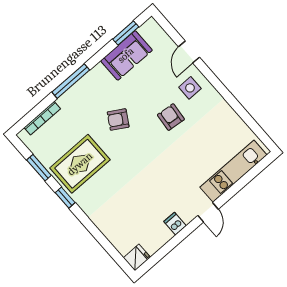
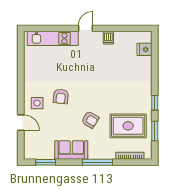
door: (189, 52) -> (21, 123), hinge flipped
sofa: (126, 55) -> (71, 150), moved
rug: (80, 164) -> (128, 126), moved
fridge: (137, 257) -> (144, 49), moved

